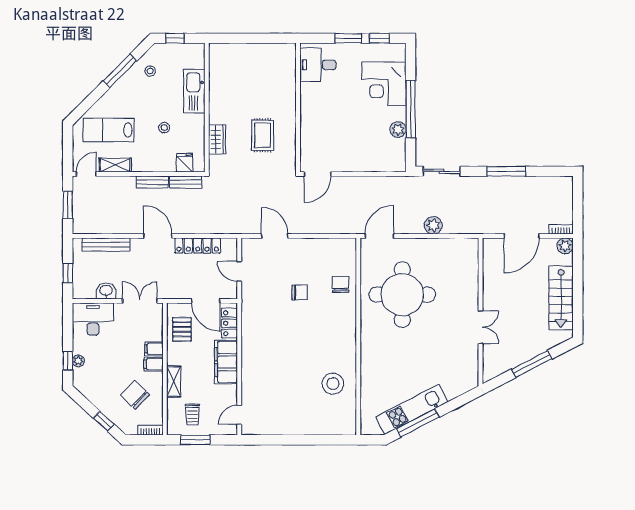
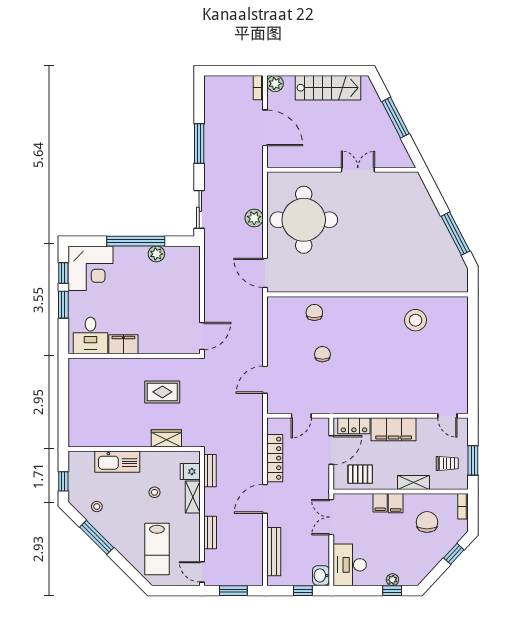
corner desk: (384, 84) -> (91, 268), moved
filing cabinet: (309, 97) -> (123, 344), added
shelving: (115, 165) -> (193, 497), moved
door: (318, 174) -> (202, 336), hinge flipped
bench: (152, 182) -> (210, 532), moved
chair: (341, 284) -> (314, 312), turned 90
washbasin: (106, 291) -> (321, 575), moved
round table: (402, 295) -> (304, 220), moved
chair: (135, 395) -> (427, 522), turned 136
kitchen unit: (412, 409) -> (442, 240), removed

